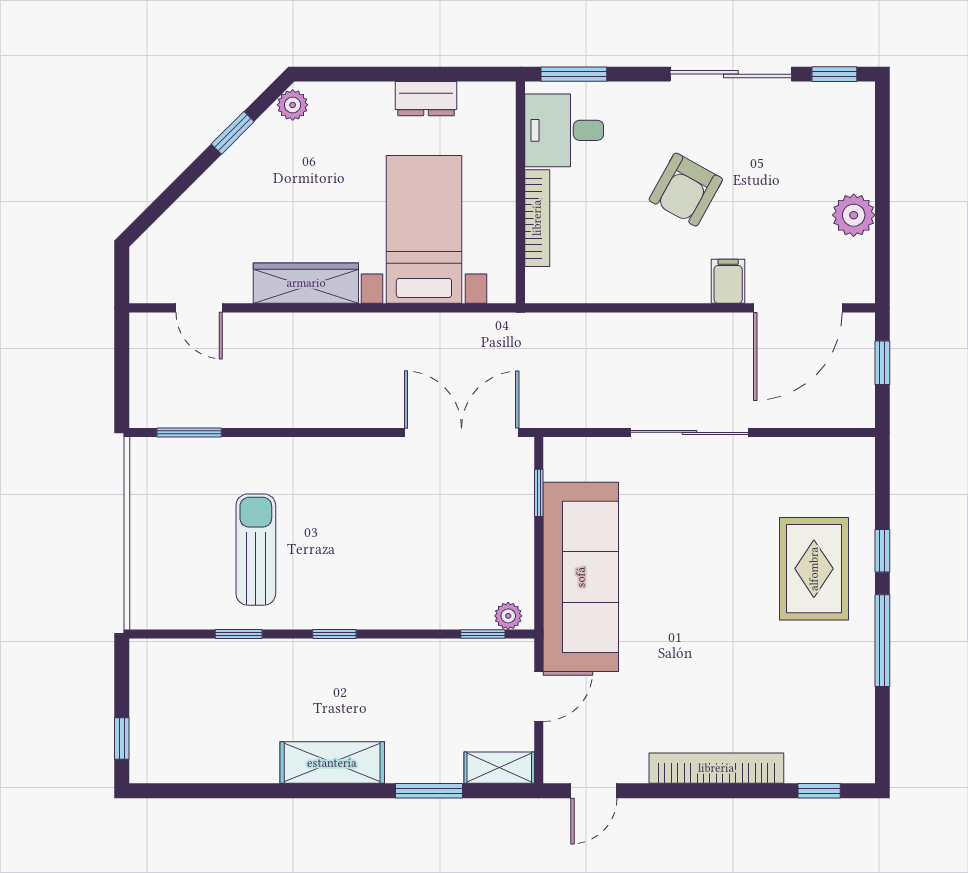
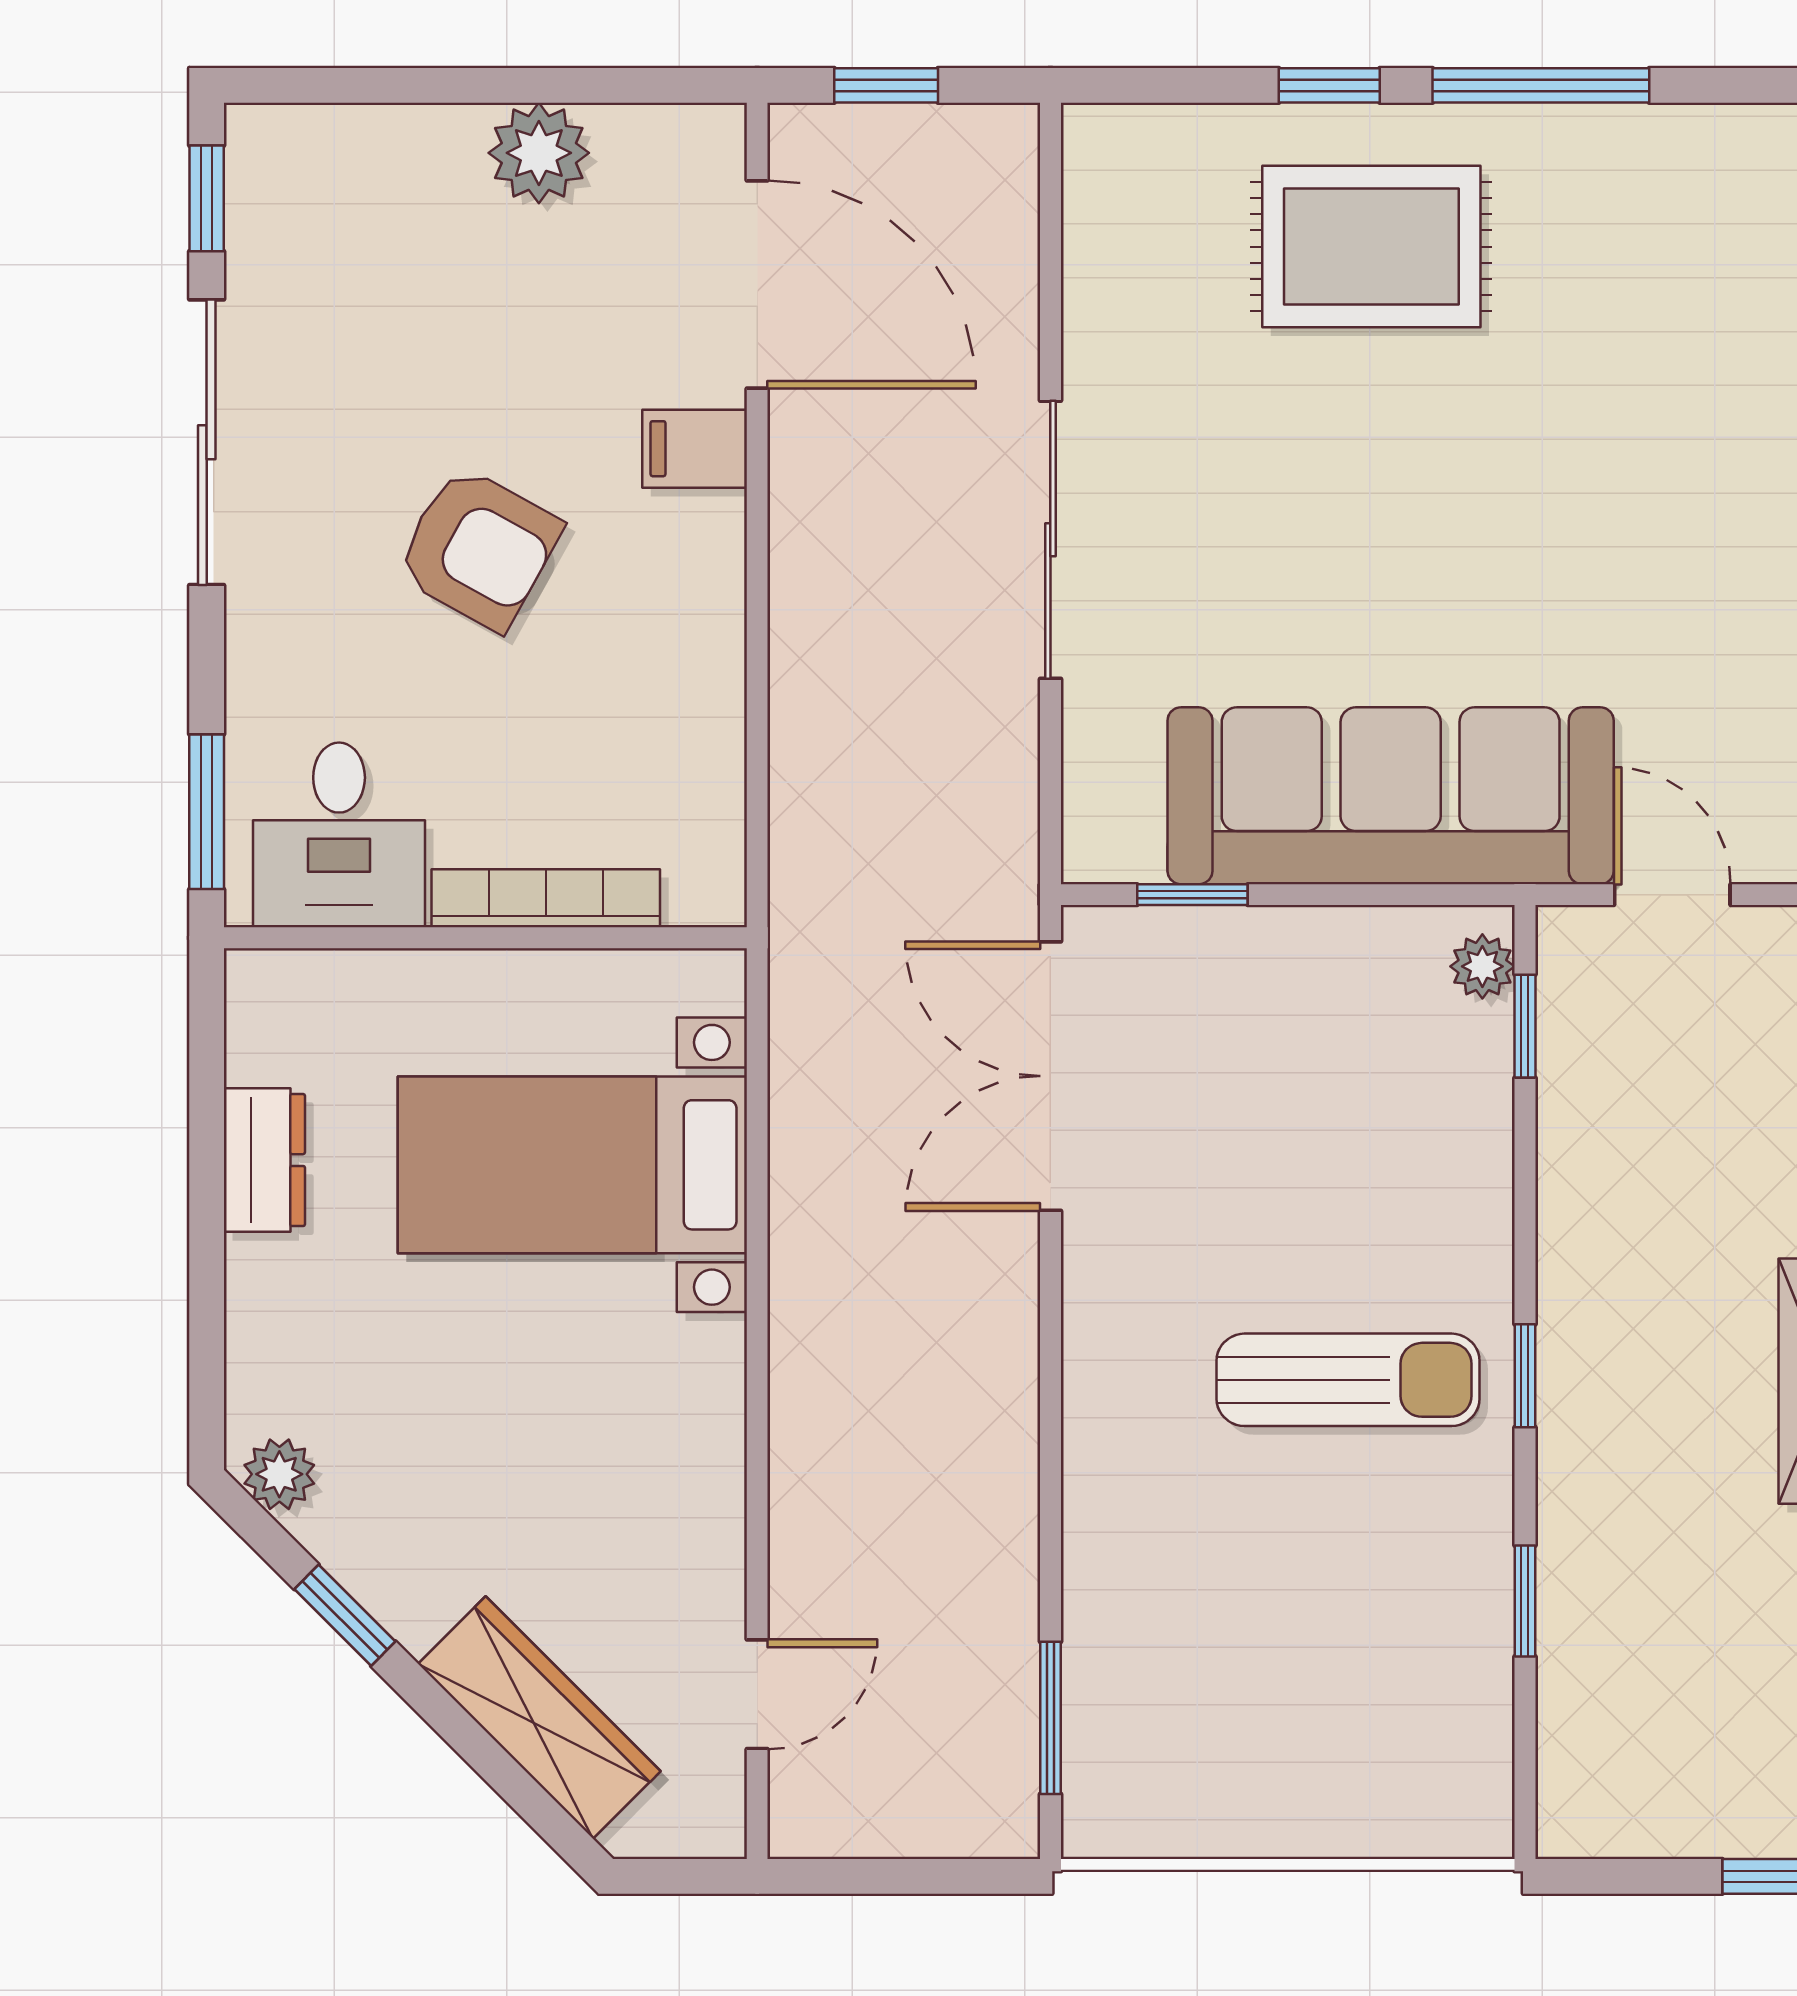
wardrobe: (306, 283) -> (539, 1718), moved, turned 135
sun lounger: (256, 550) -> (1348, 1380), moved, turned 180

